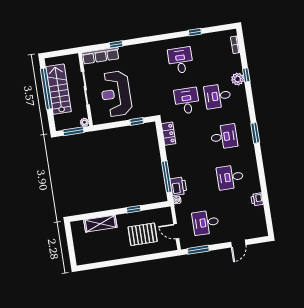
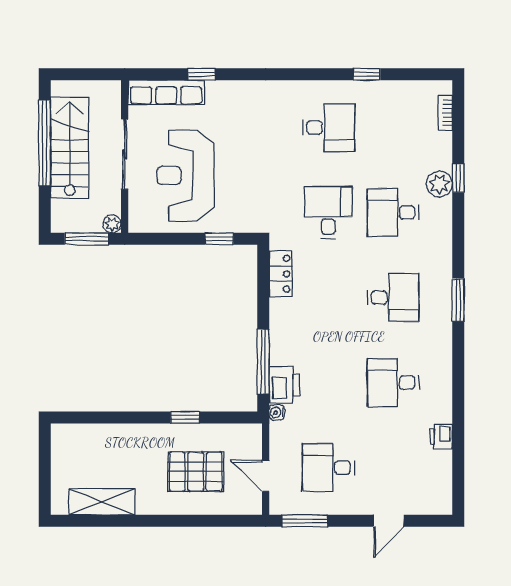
desk: (181, 60) -> (328, 128), turned 90
shelving: (100, 224) -> (102, 502), moved

